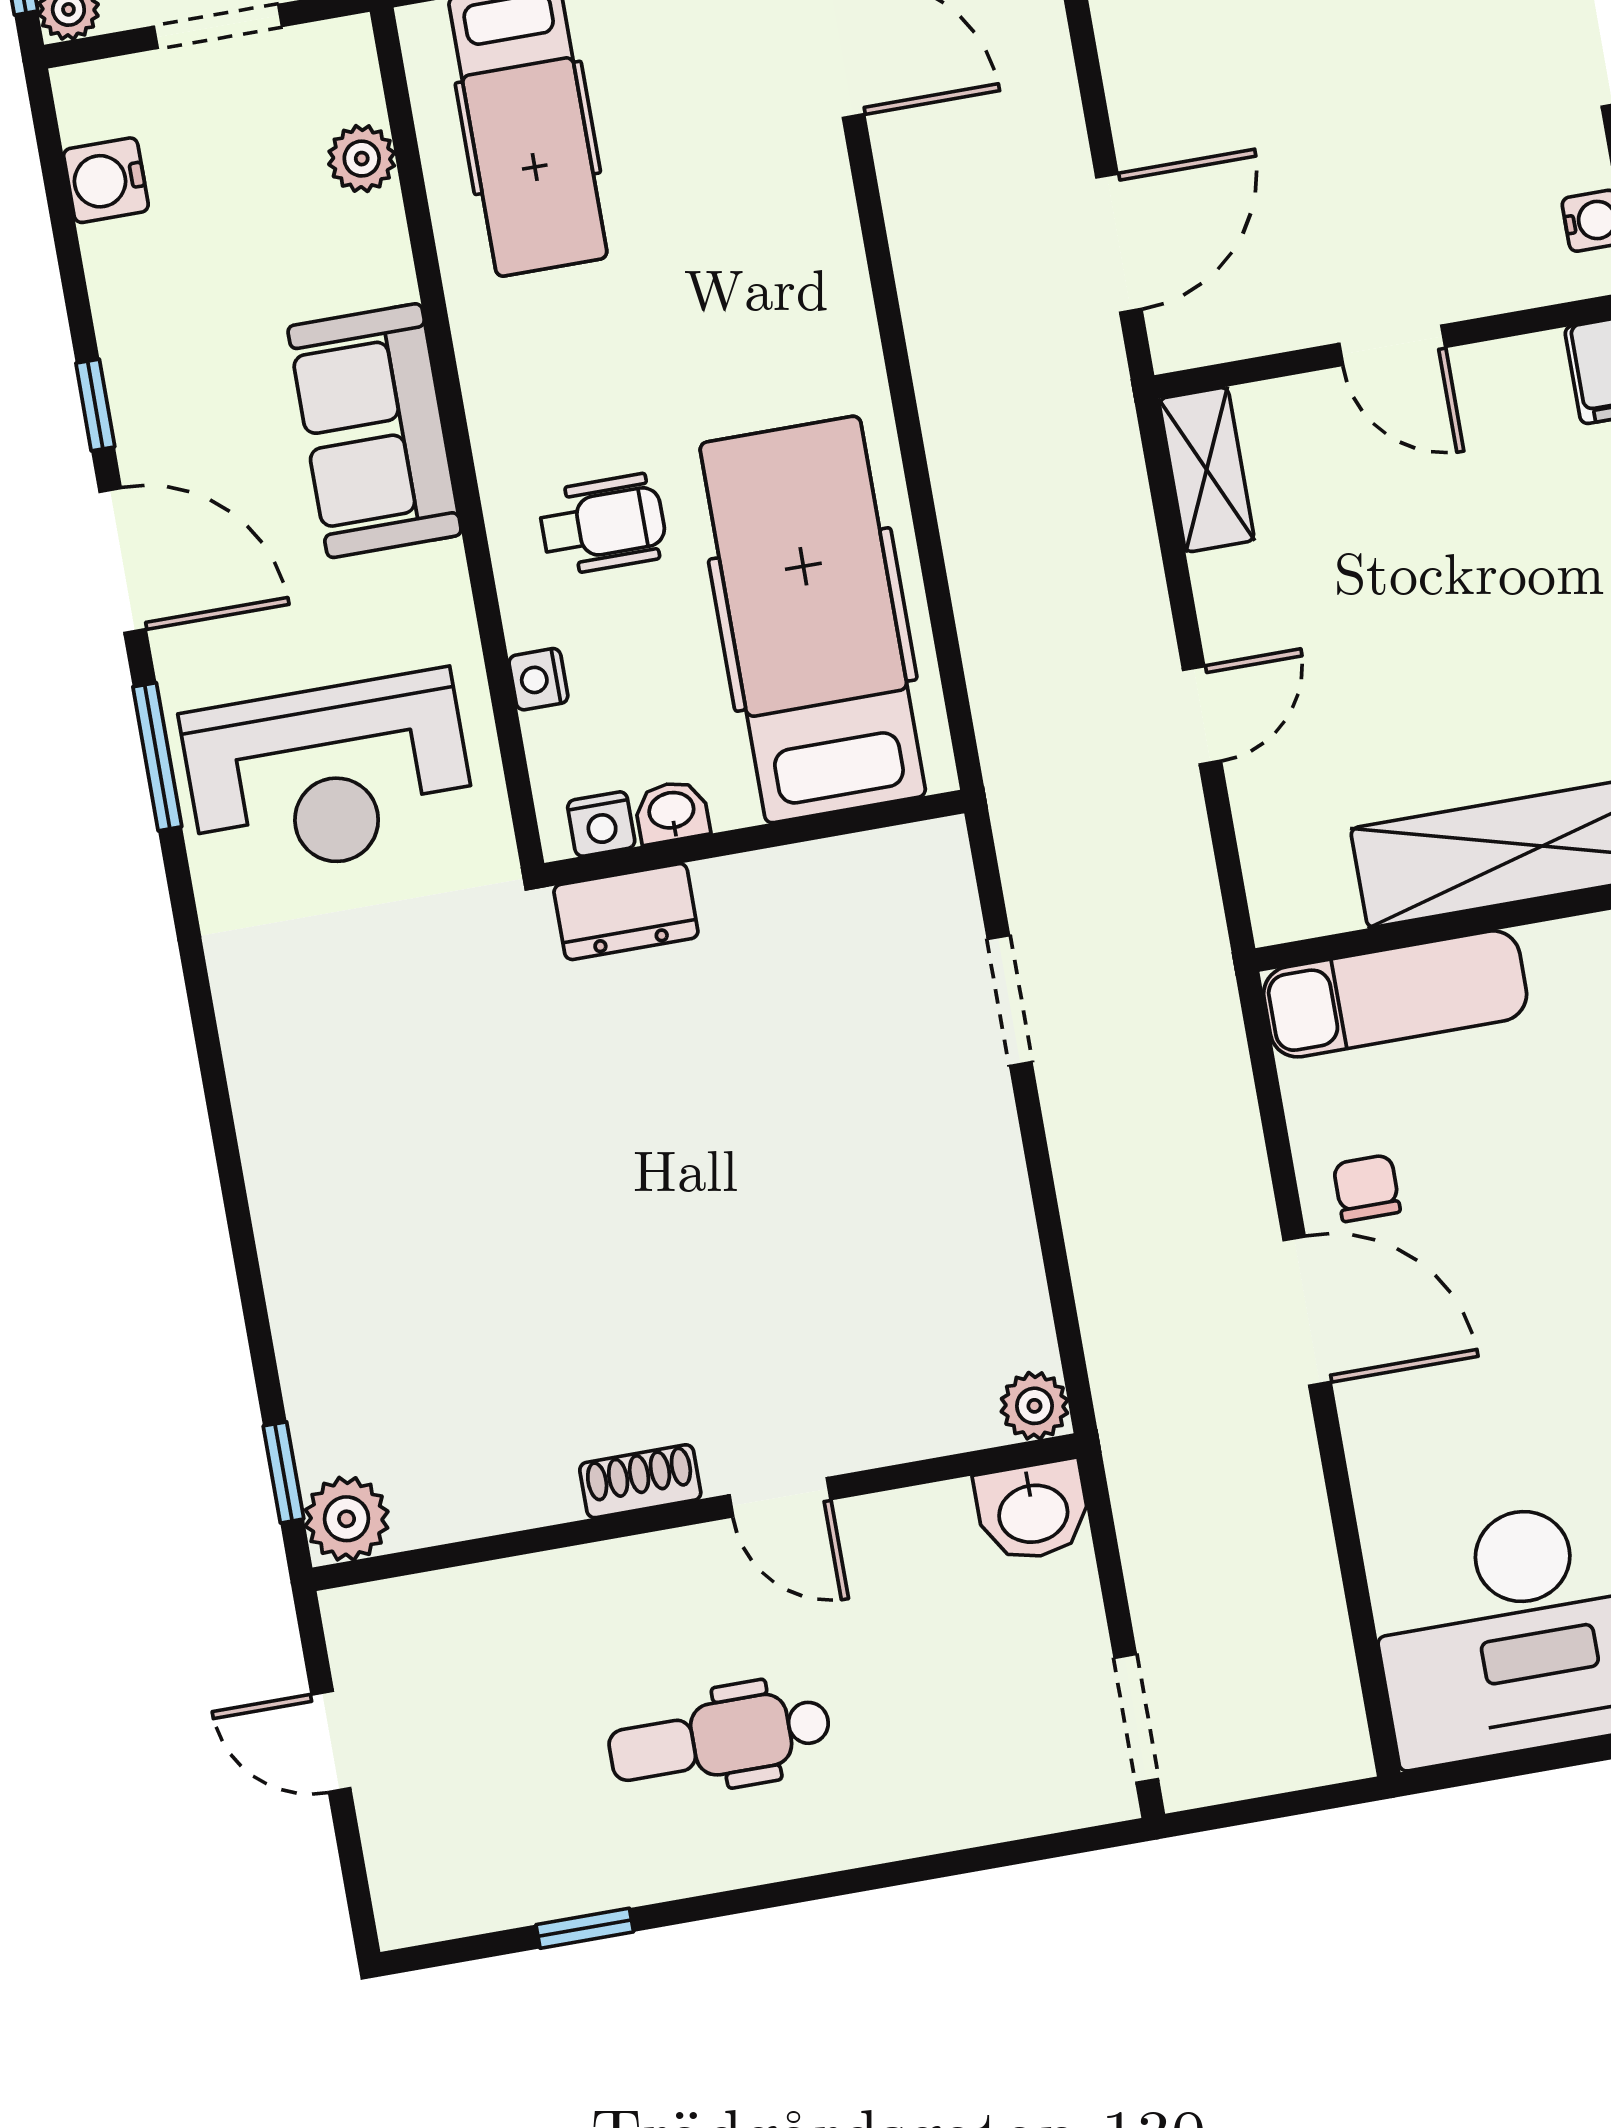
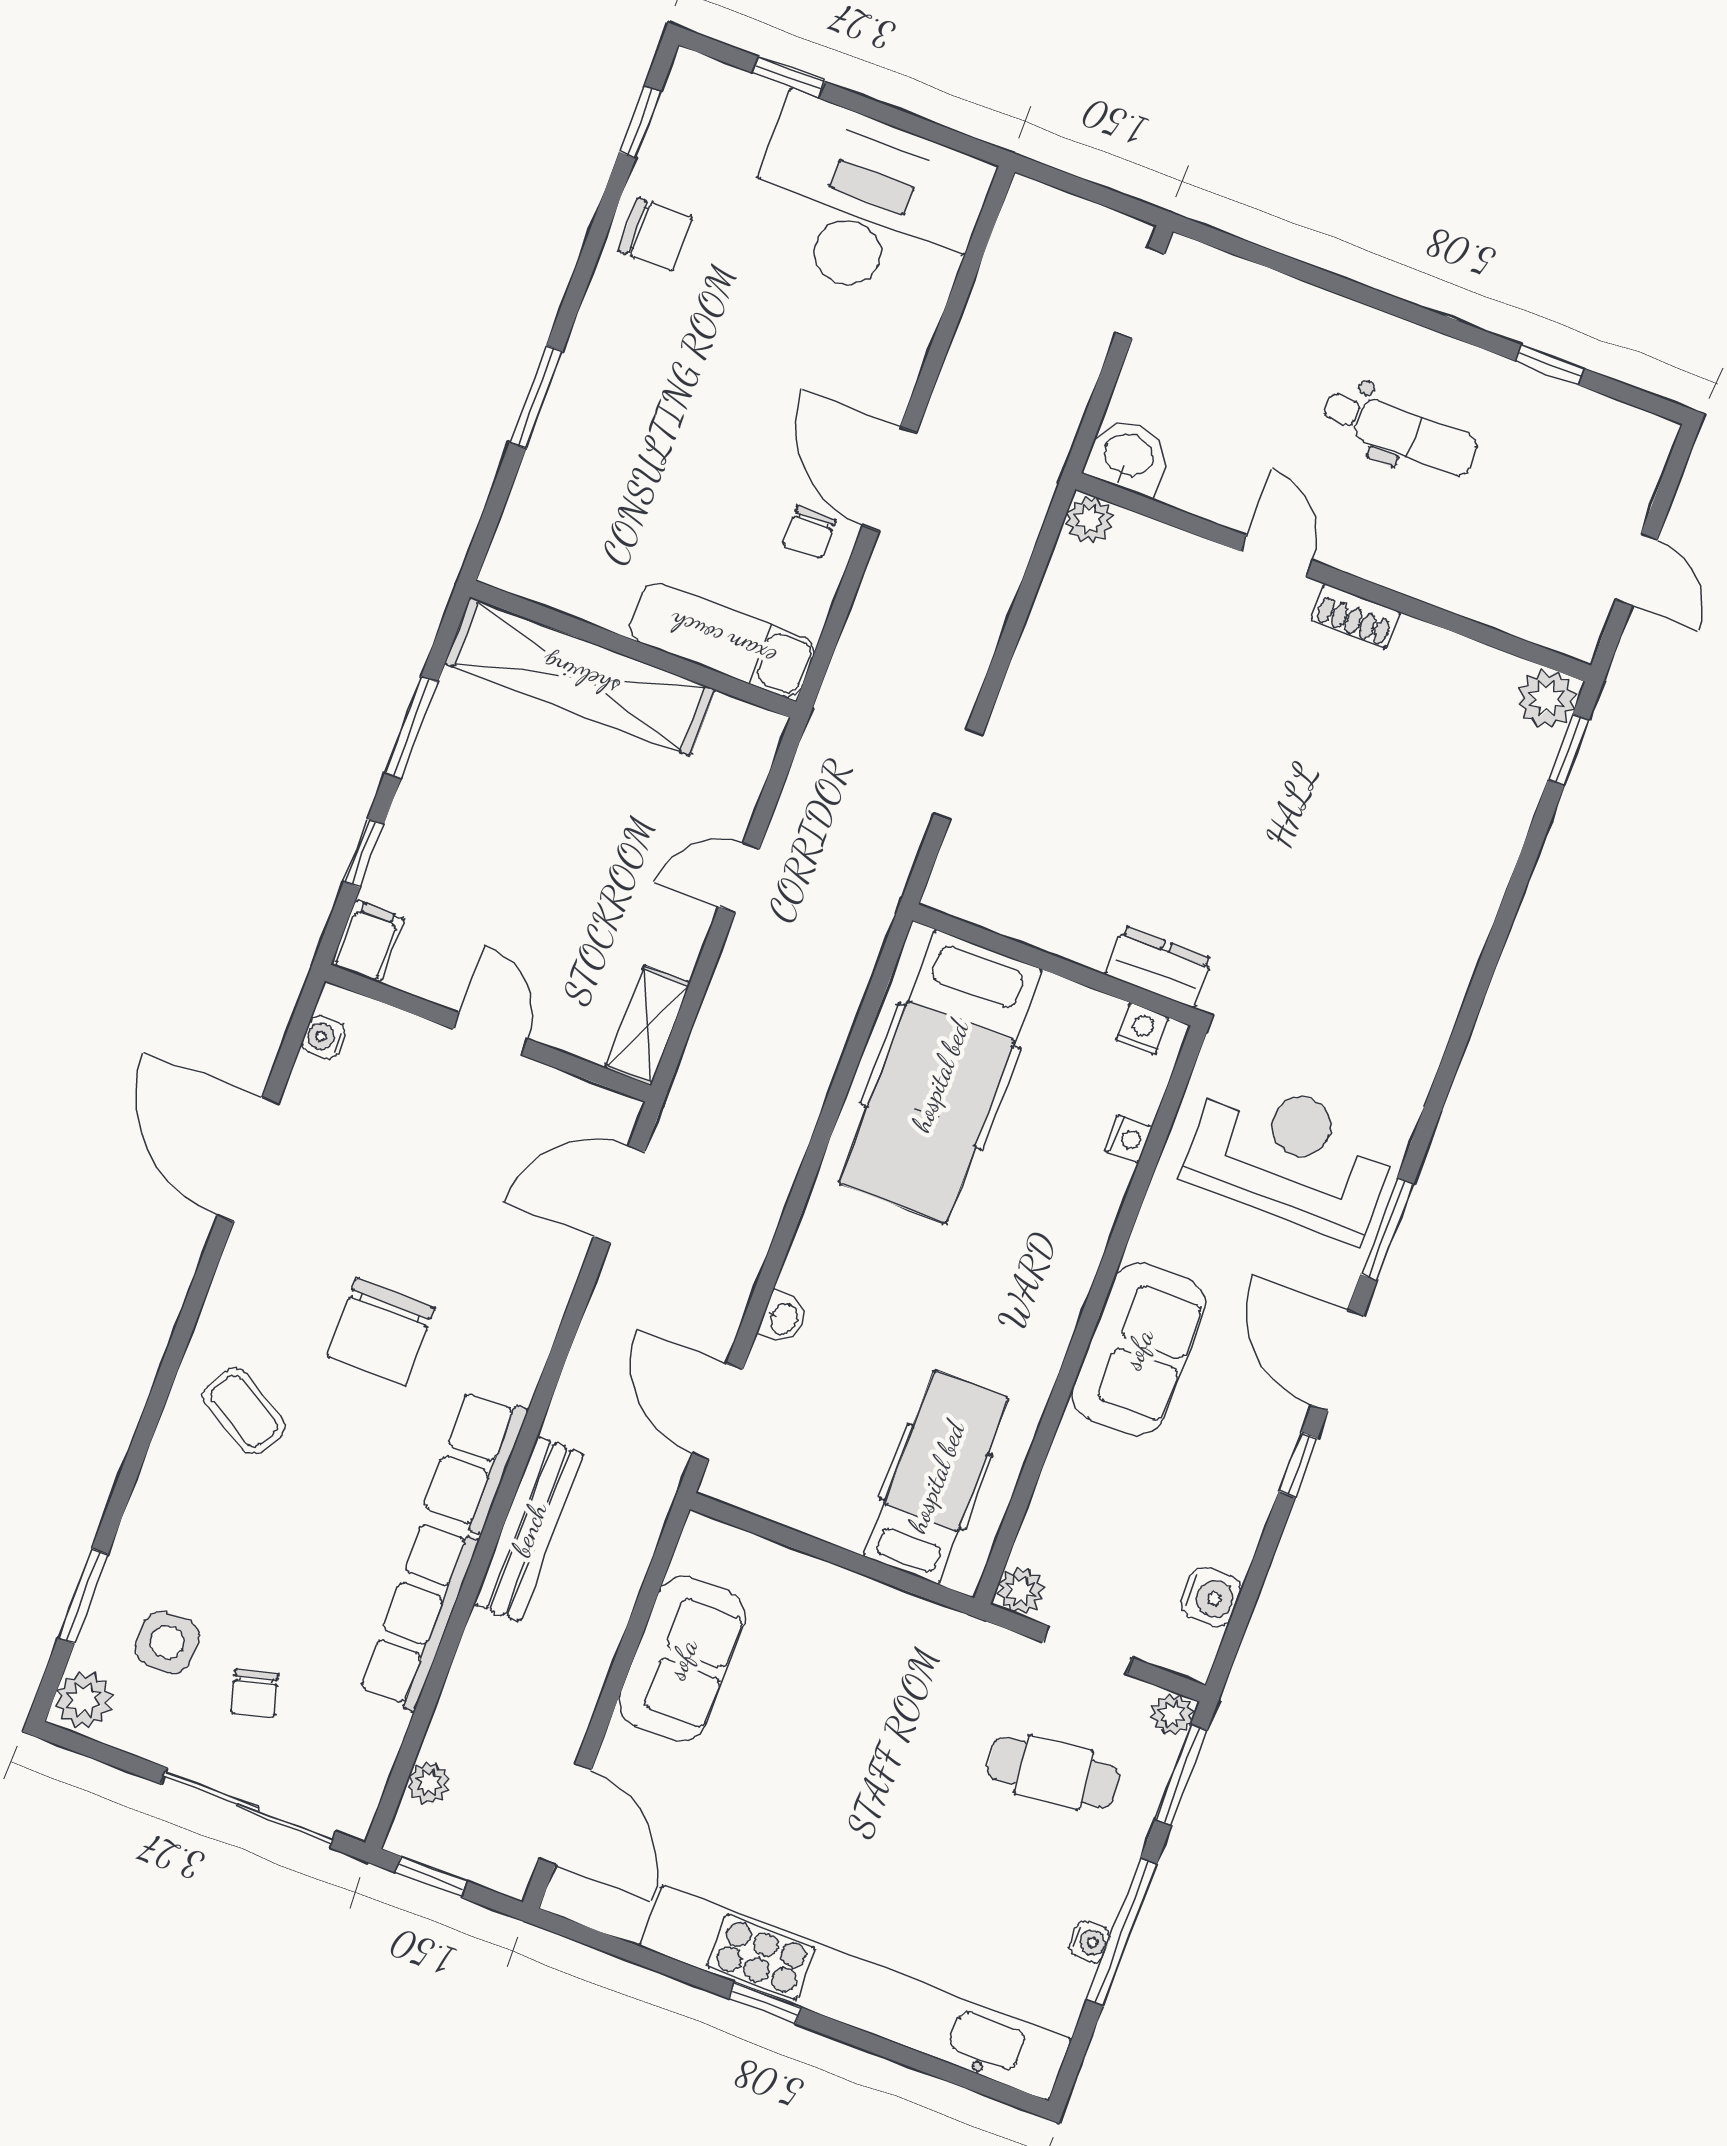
plant: (362, 159) -> (1021, 1591), moved
wheelchair: (603, 524) -> (1034, 1210), removed
washbasin: (672, 812) -> (783, 1318), moved, turned -90

